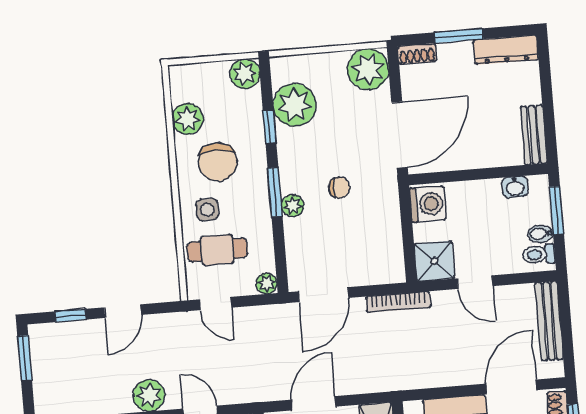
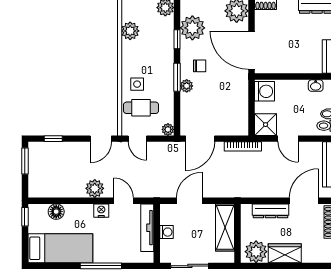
door: (399, 135) -> (252, 50), swing flipped
chair: (218, 162) -> (146, 57), removed
chair: (339, 188) -> (200, 66), moved
door: (123, 311) -> (101, 139), moved

